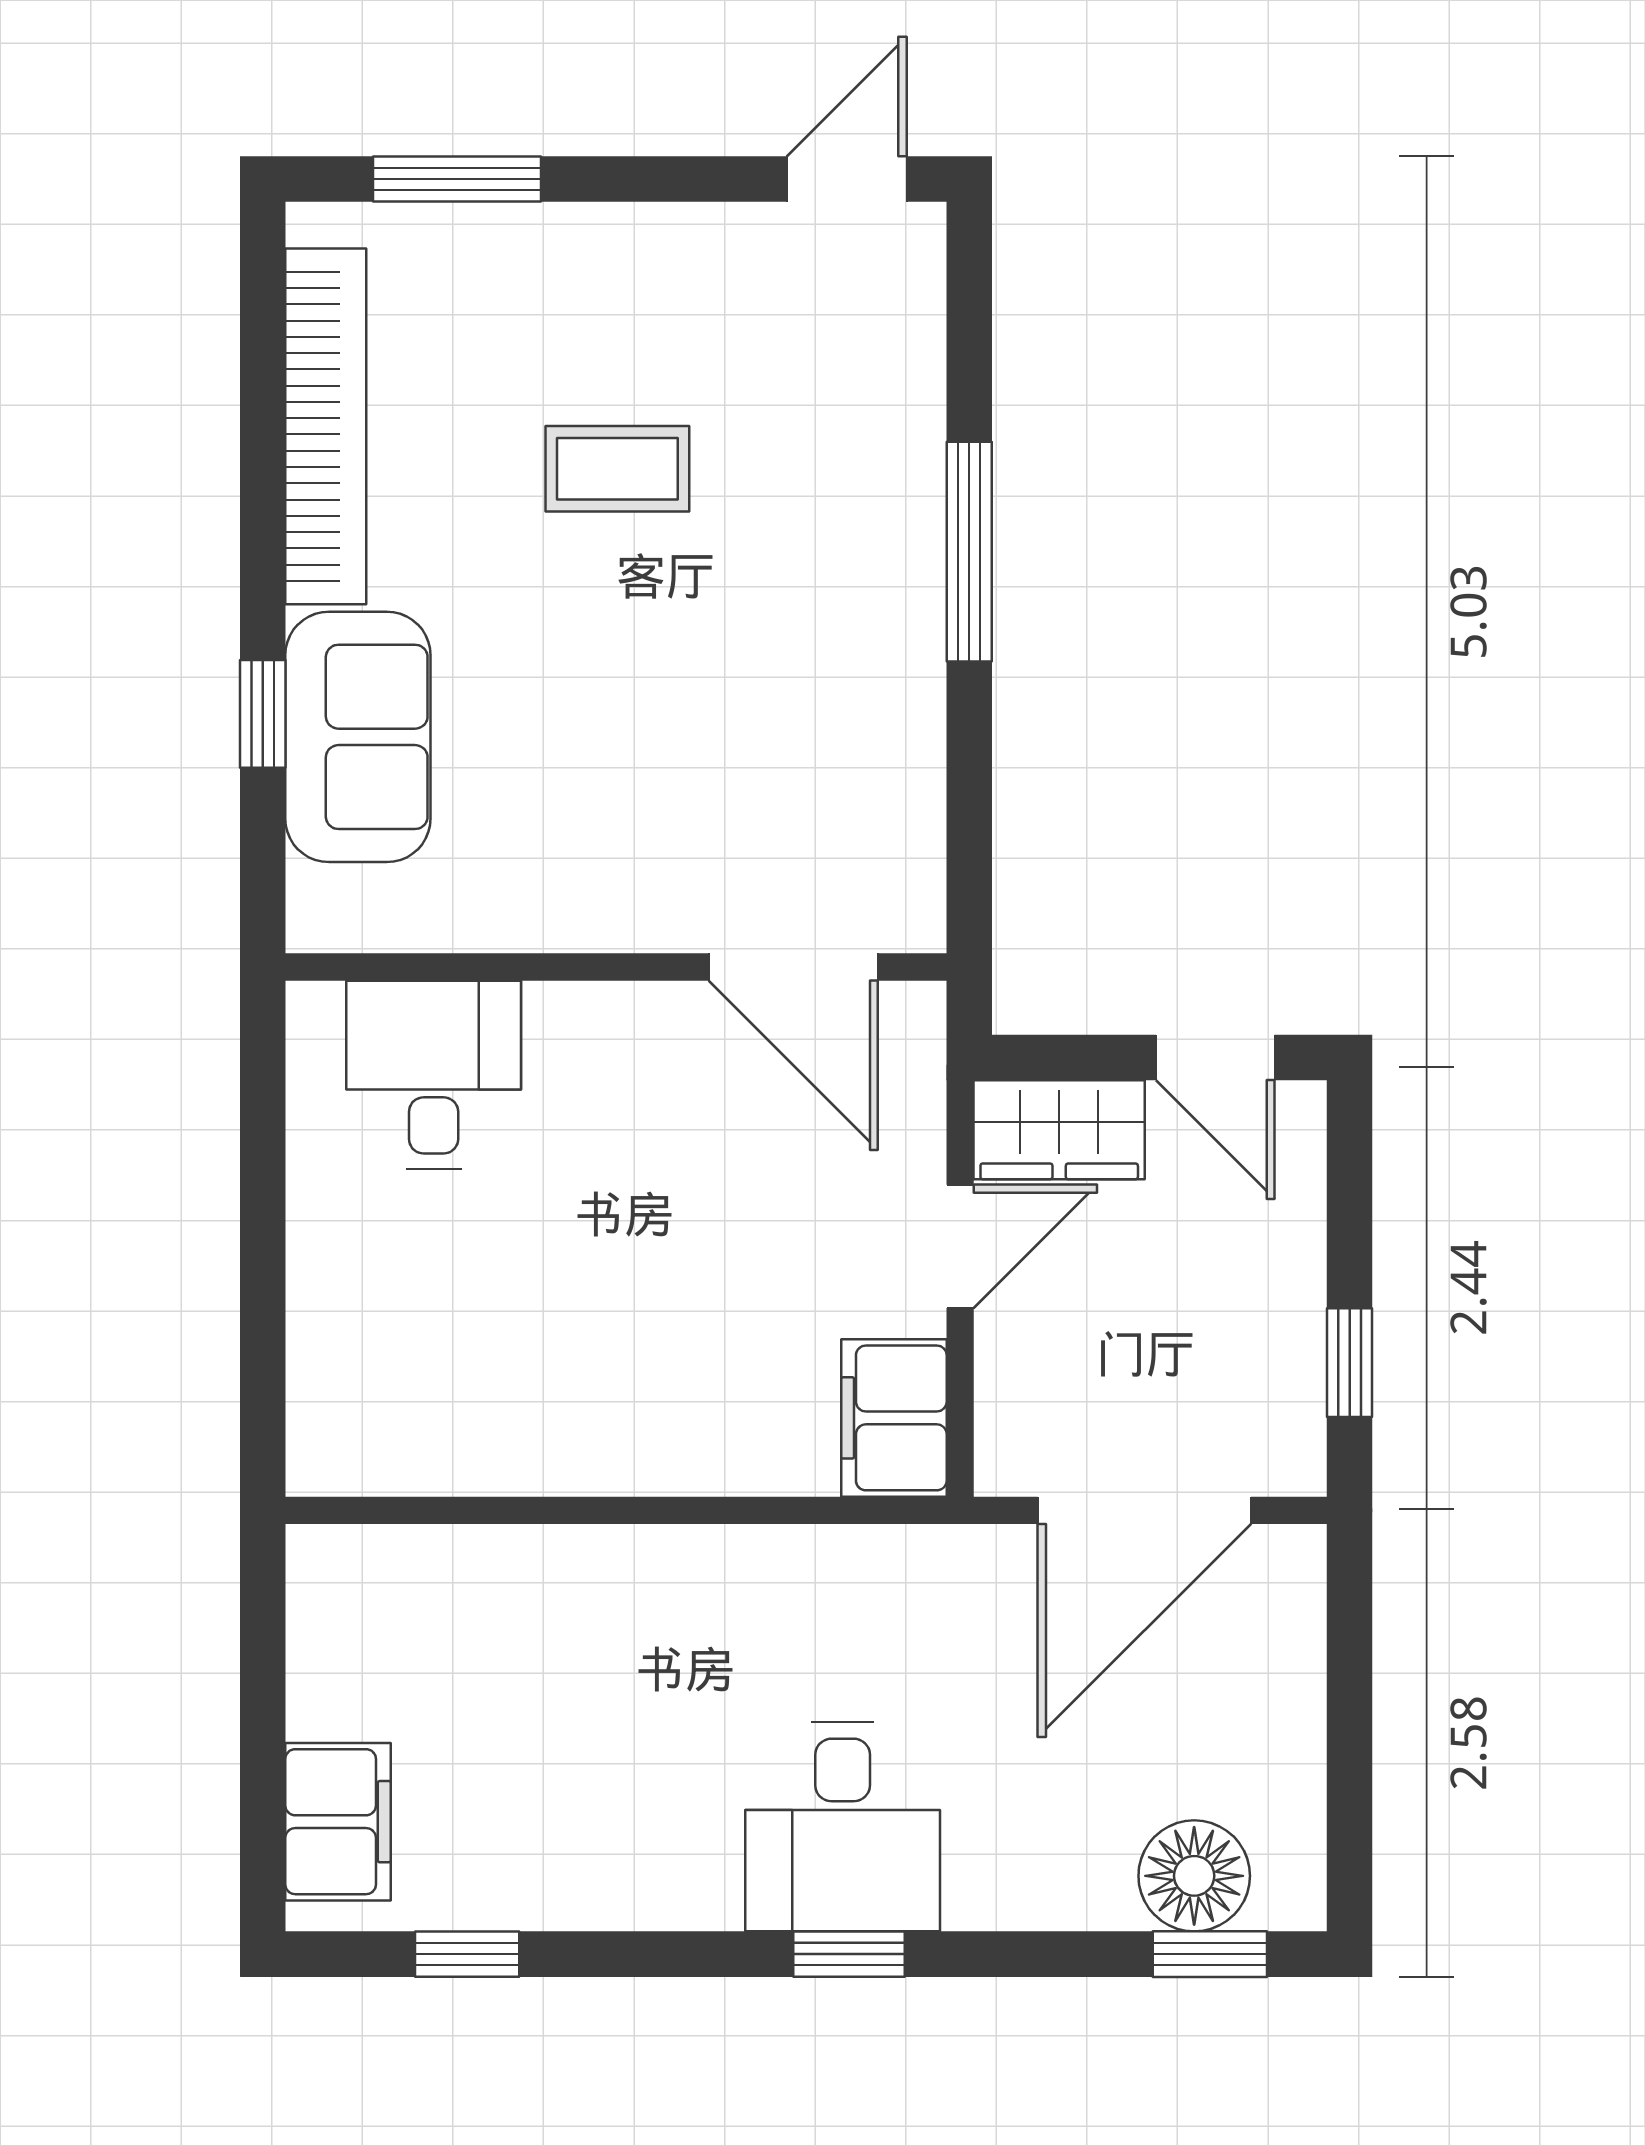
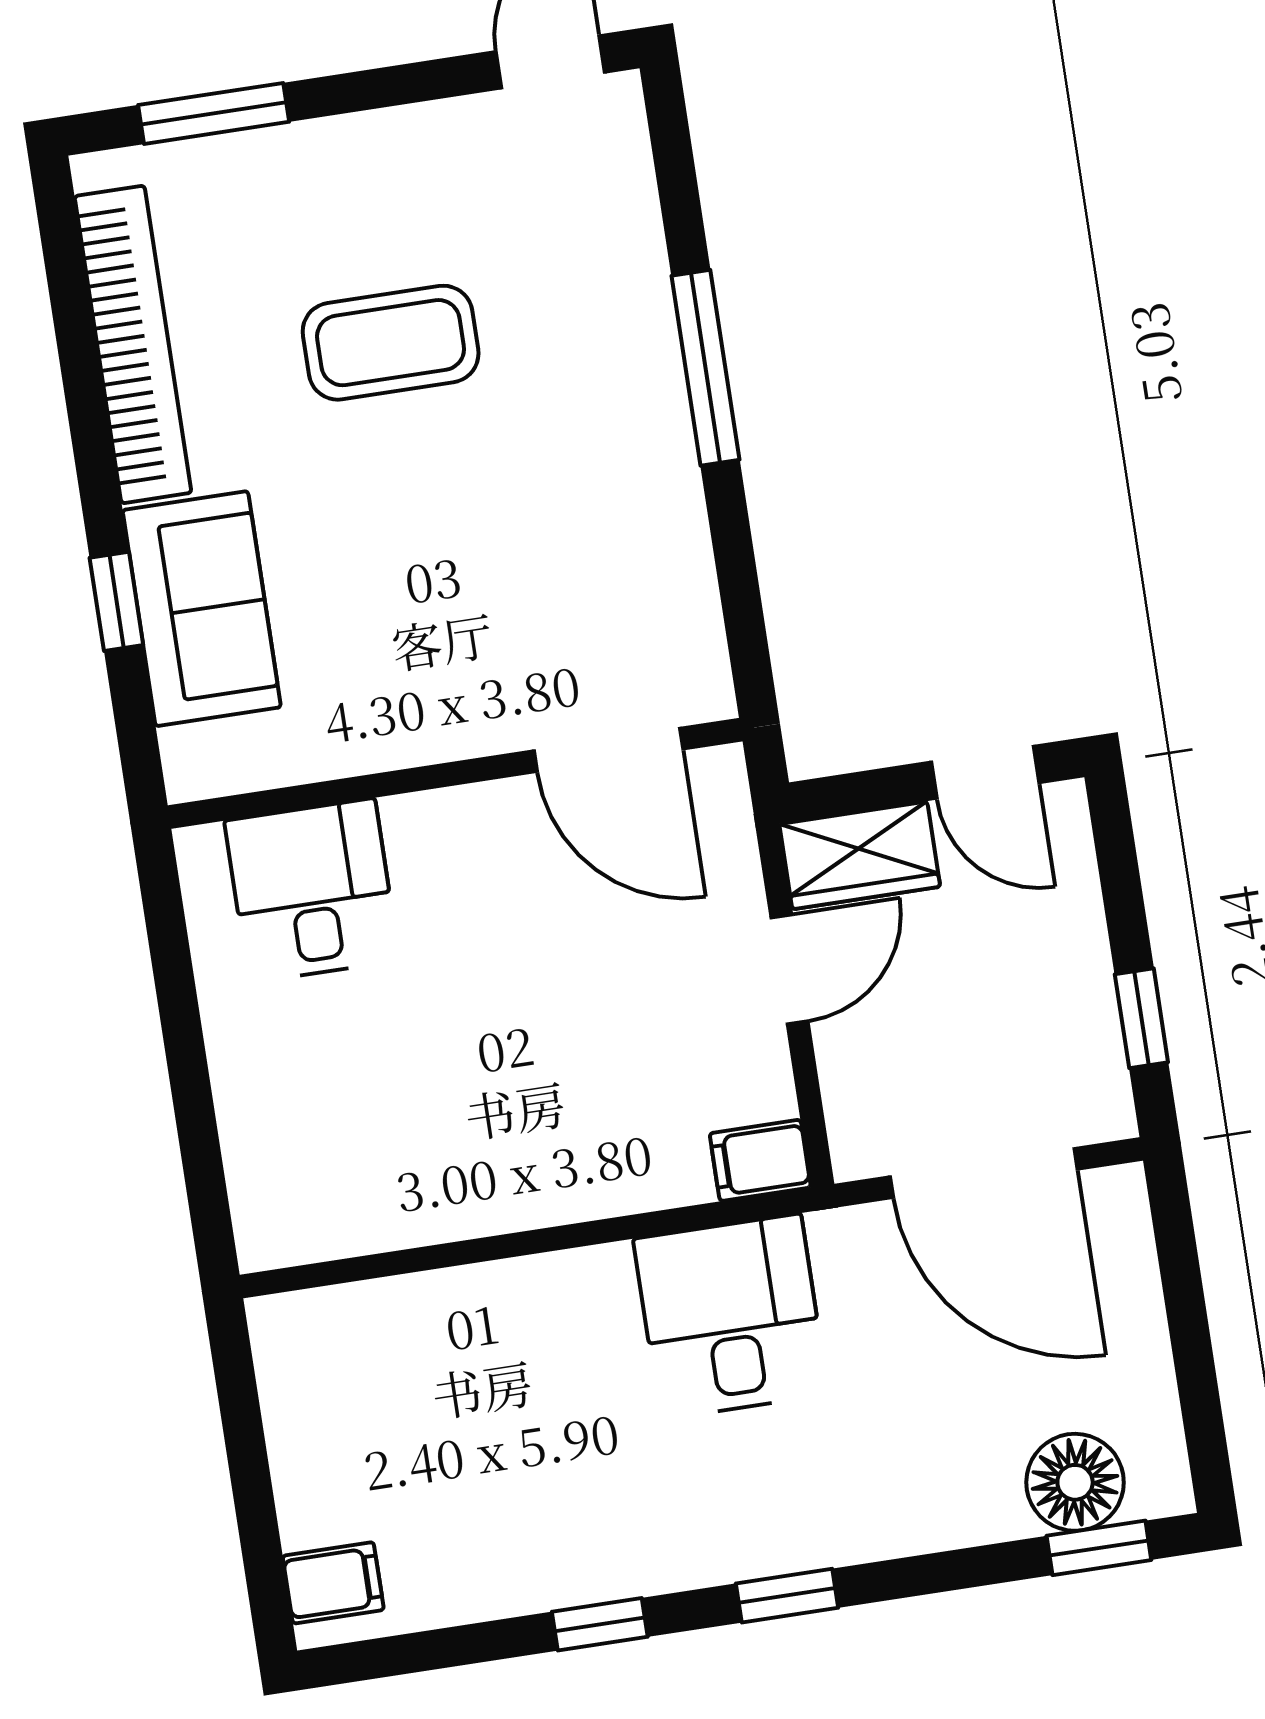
coffee table: (617, 469) -> (391, 343), width x1.36, depth x1.30
filing cabinet: (894, 1418) -> (760, 1160), width x0.50
door: (1144, 1510) -> (984, 1173), hinge flipped
filing cabinet: (338, 1822) -> (333, 1583), width x0.50
desk: (843, 1827) -> (731, 1316), moved, turned 180
window: (467, 1954) -> (600, 1624), moved

